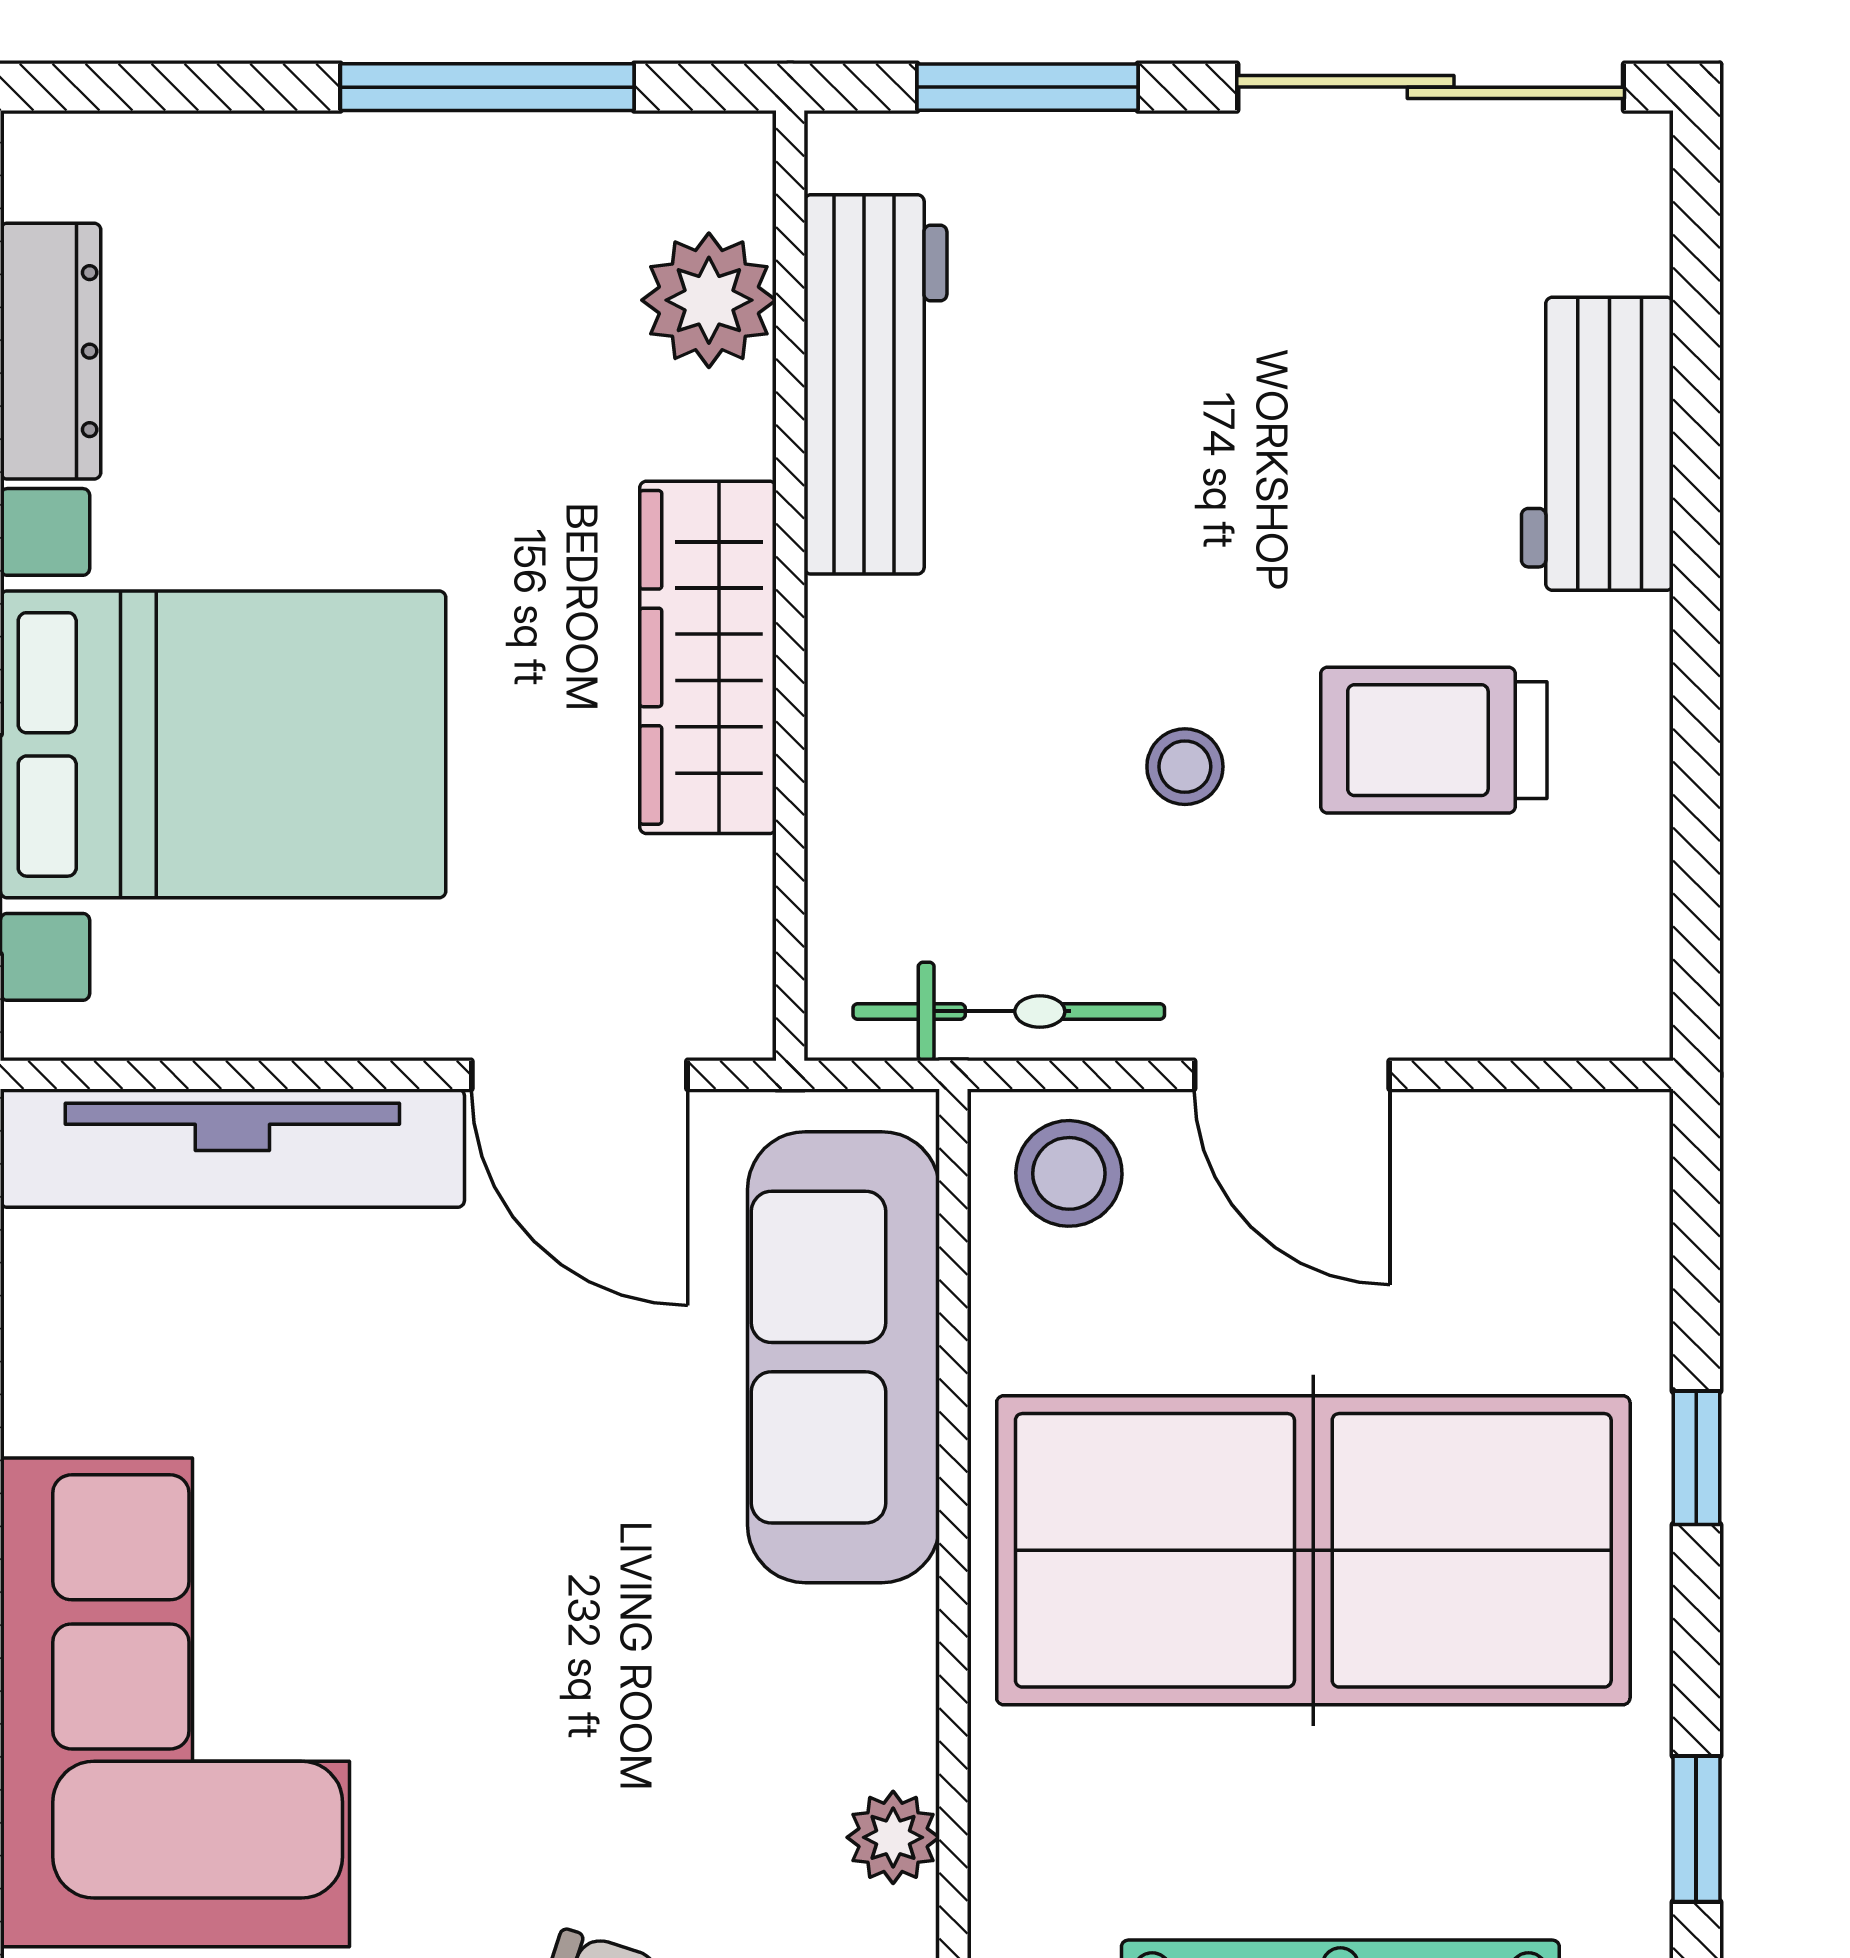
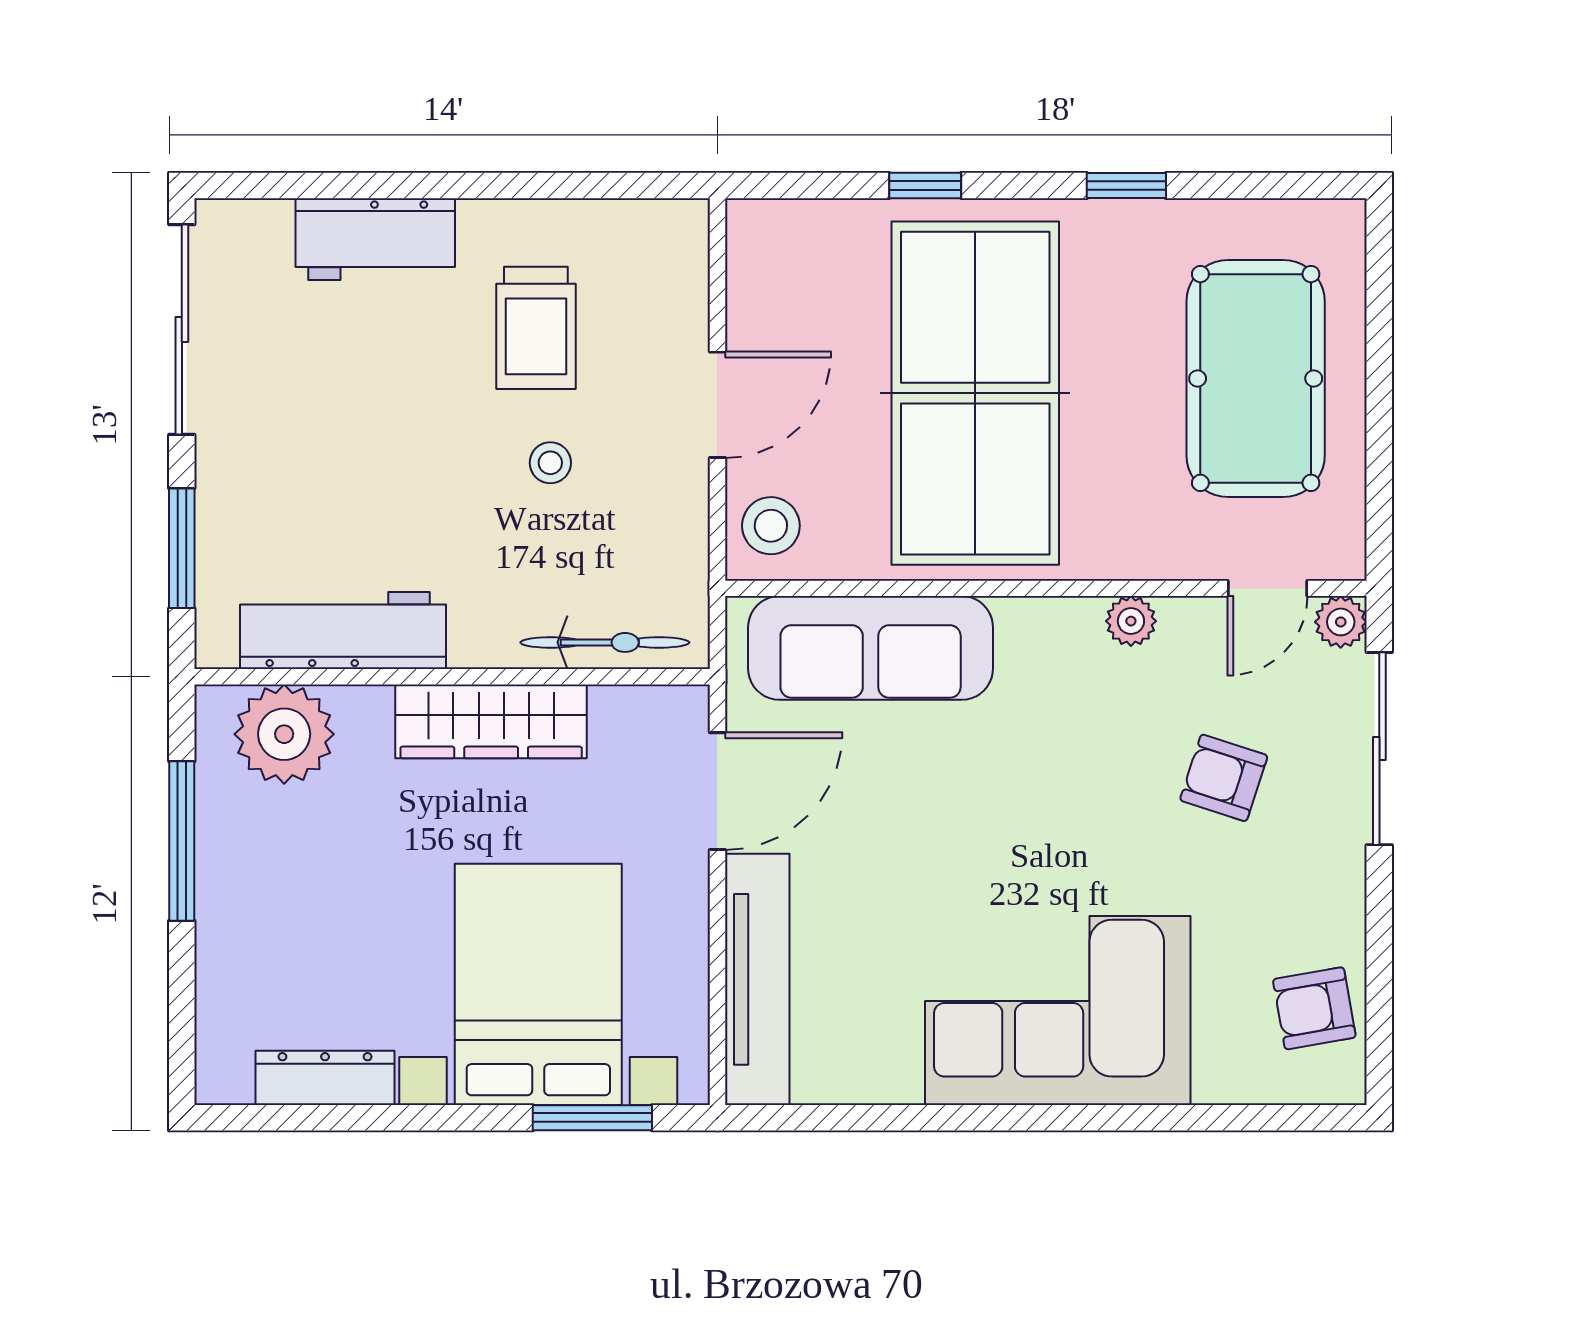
plant: (709, 300) -> (284, 734), width x1.36, depth x1.36
bicycle: (1009, 1011) -> (605, 642), moved, turned 90

